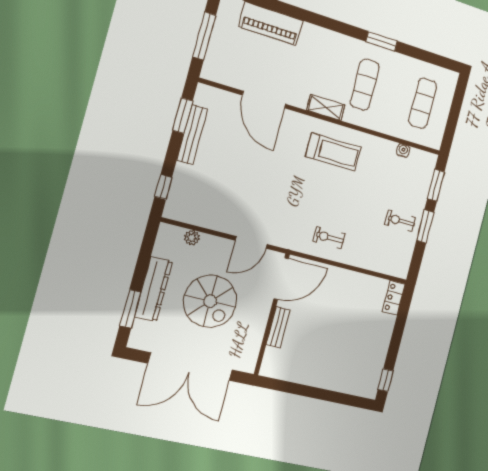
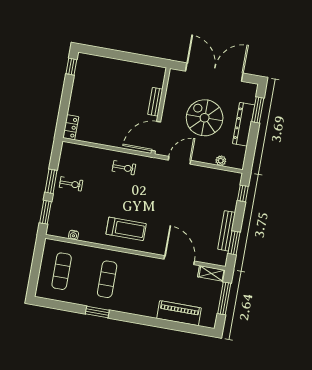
shelving: (326, 108) -> (211, 273), moved
treadmill: (333, 152) -> (126, 229), turned 180

